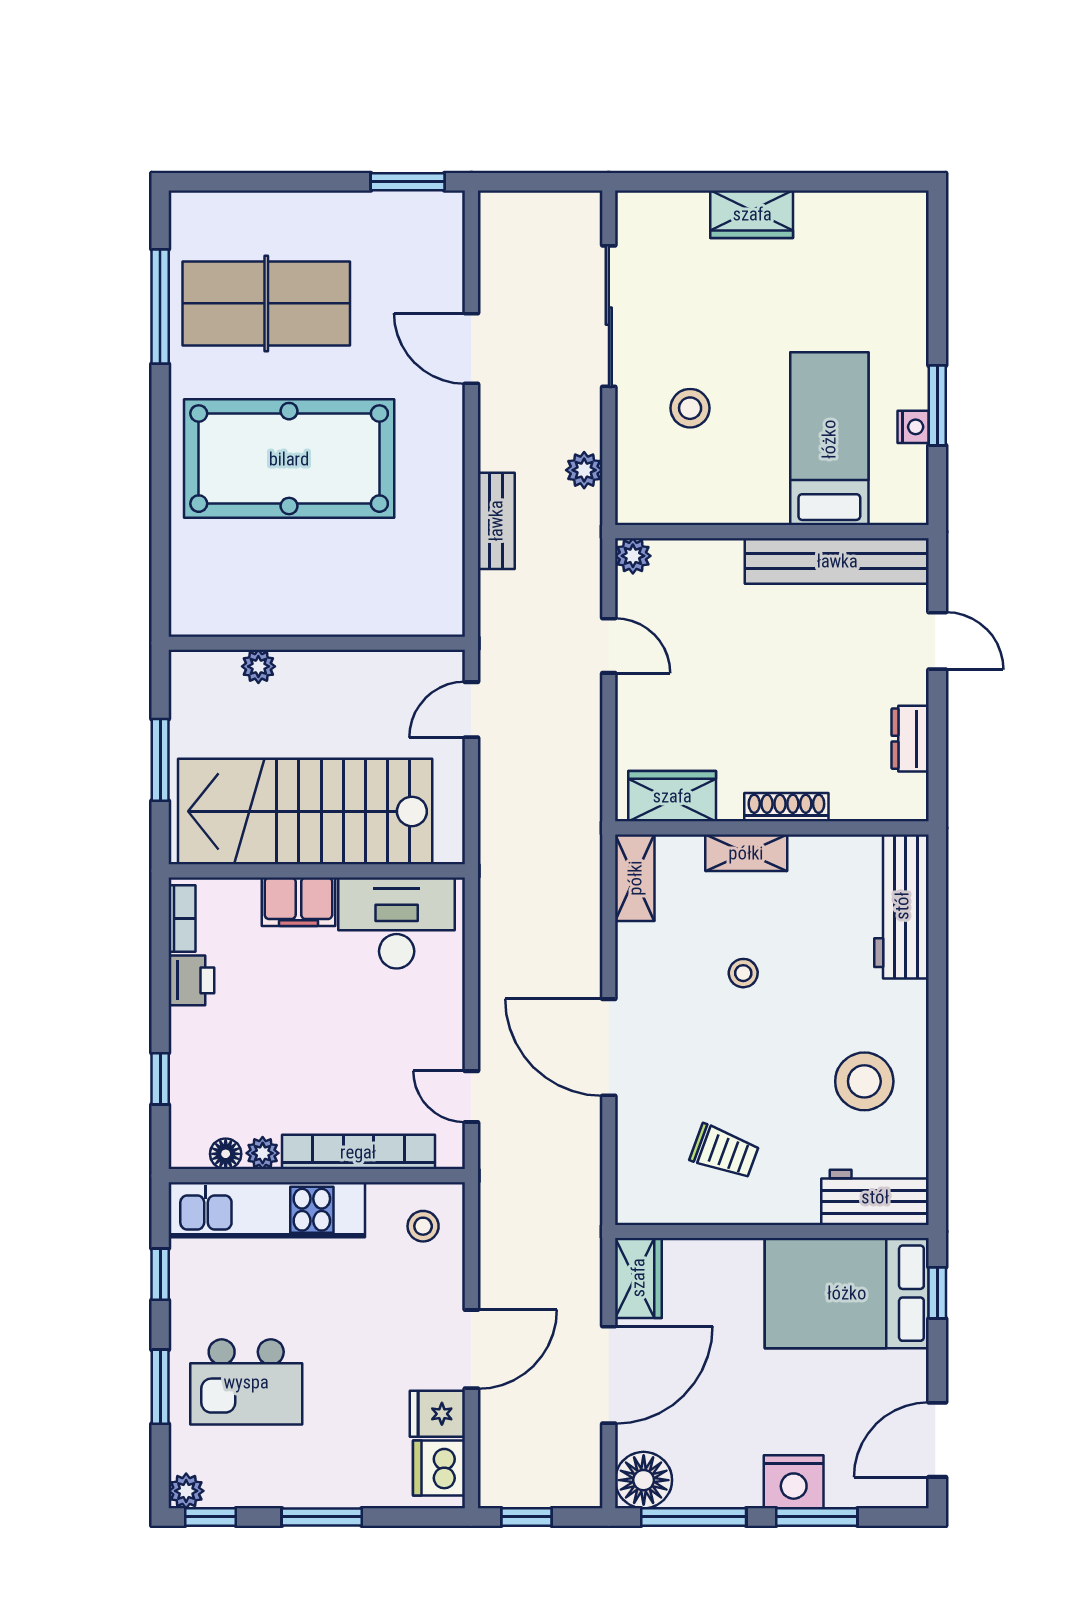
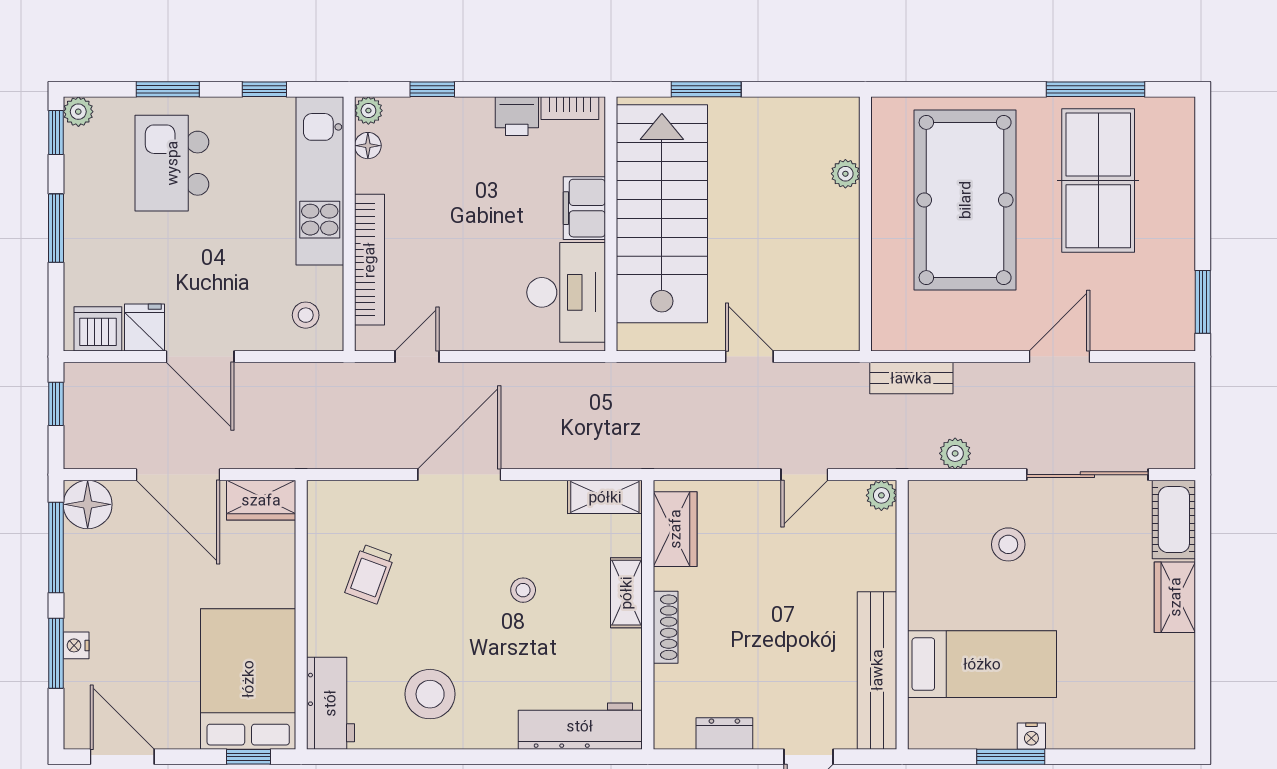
cot: (661, 215) -> (1174, 520), added
nightstand: (913, 427) -> (1031, 736), moved
wall: (317, 643) -> (865, 224), moved
plant: (258, 666) -> (845, 174), moved
plant: (263, 1153) -> (368, 111), moved
nightstand: (794, 1482) -> (76, 645), width x0.53, depth x0.56

